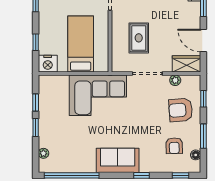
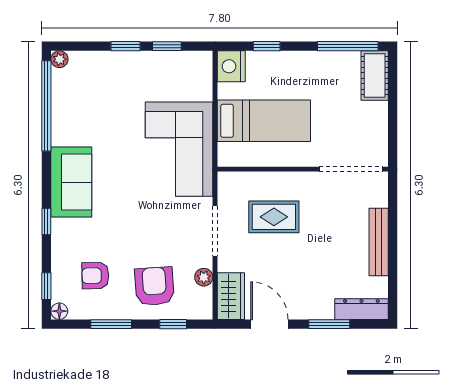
door: (203, 41) -> (269, 324), hinge flipped
plant: (43, 153) -> (59, 59), moved
floor lamp: (196, 155) -> (59, 311), moved

